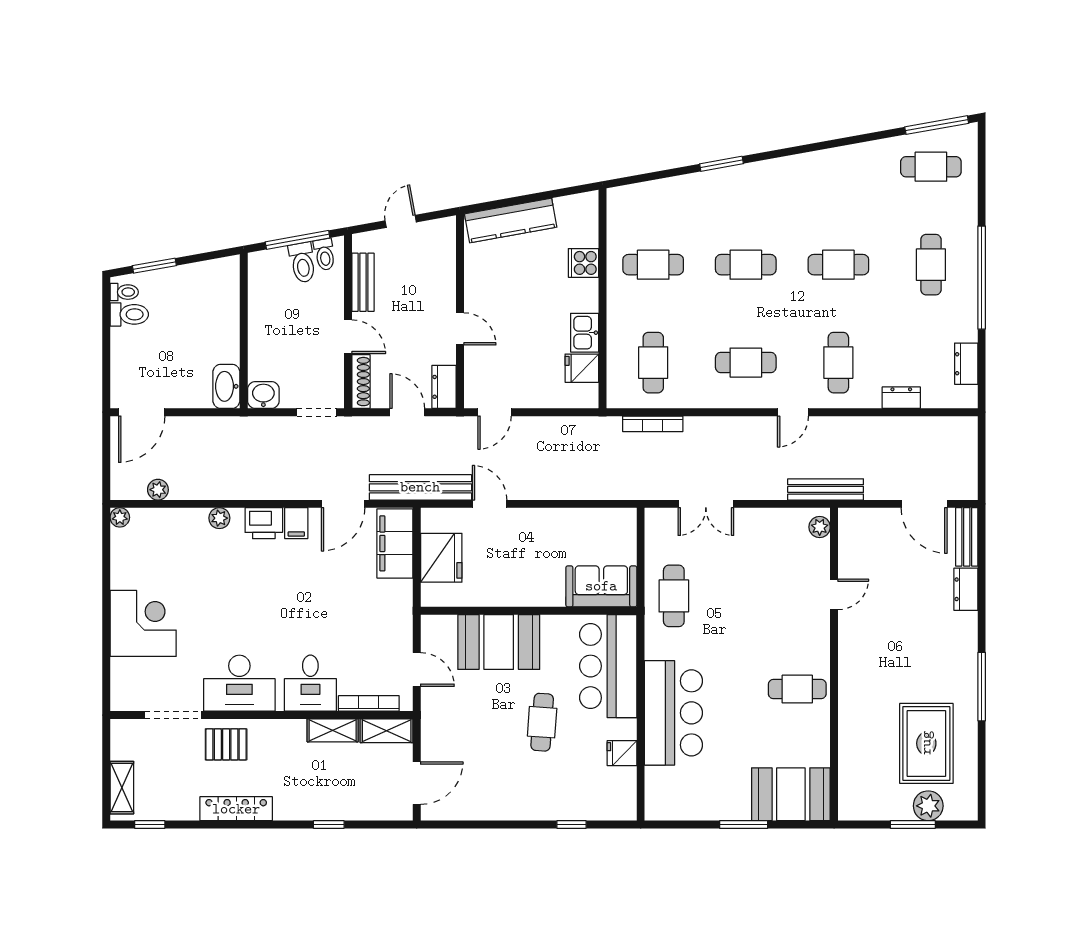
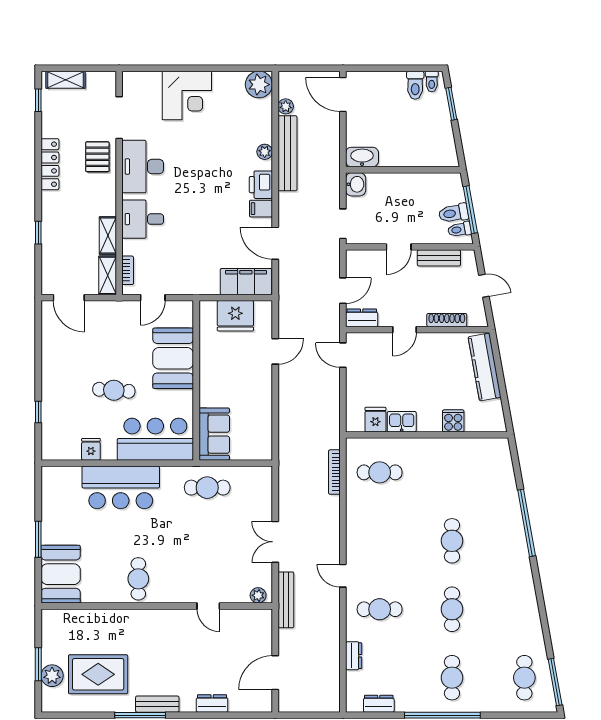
window: (721, 164) -> (527, 523), width x2.11
cafe table: (653, 265) -> (452, 472), removed
cafe table: (931, 265) -> (452, 678), turned 90
cafe table: (746, 363) -> (380, 541), removed
shoe rack: (361, 382) -> (447, 320), moved, turned 180
bench: (420, 487) -> (287, 153), moved
double door: (706, 504) -> (275, 542), moved
plant: (120, 517) -> (259, 85), width x1.88, depth x1.88
bench: (967, 537) -> (157, 704), moved
bookcase: (369, 703) -> (128, 270), width x0.64

